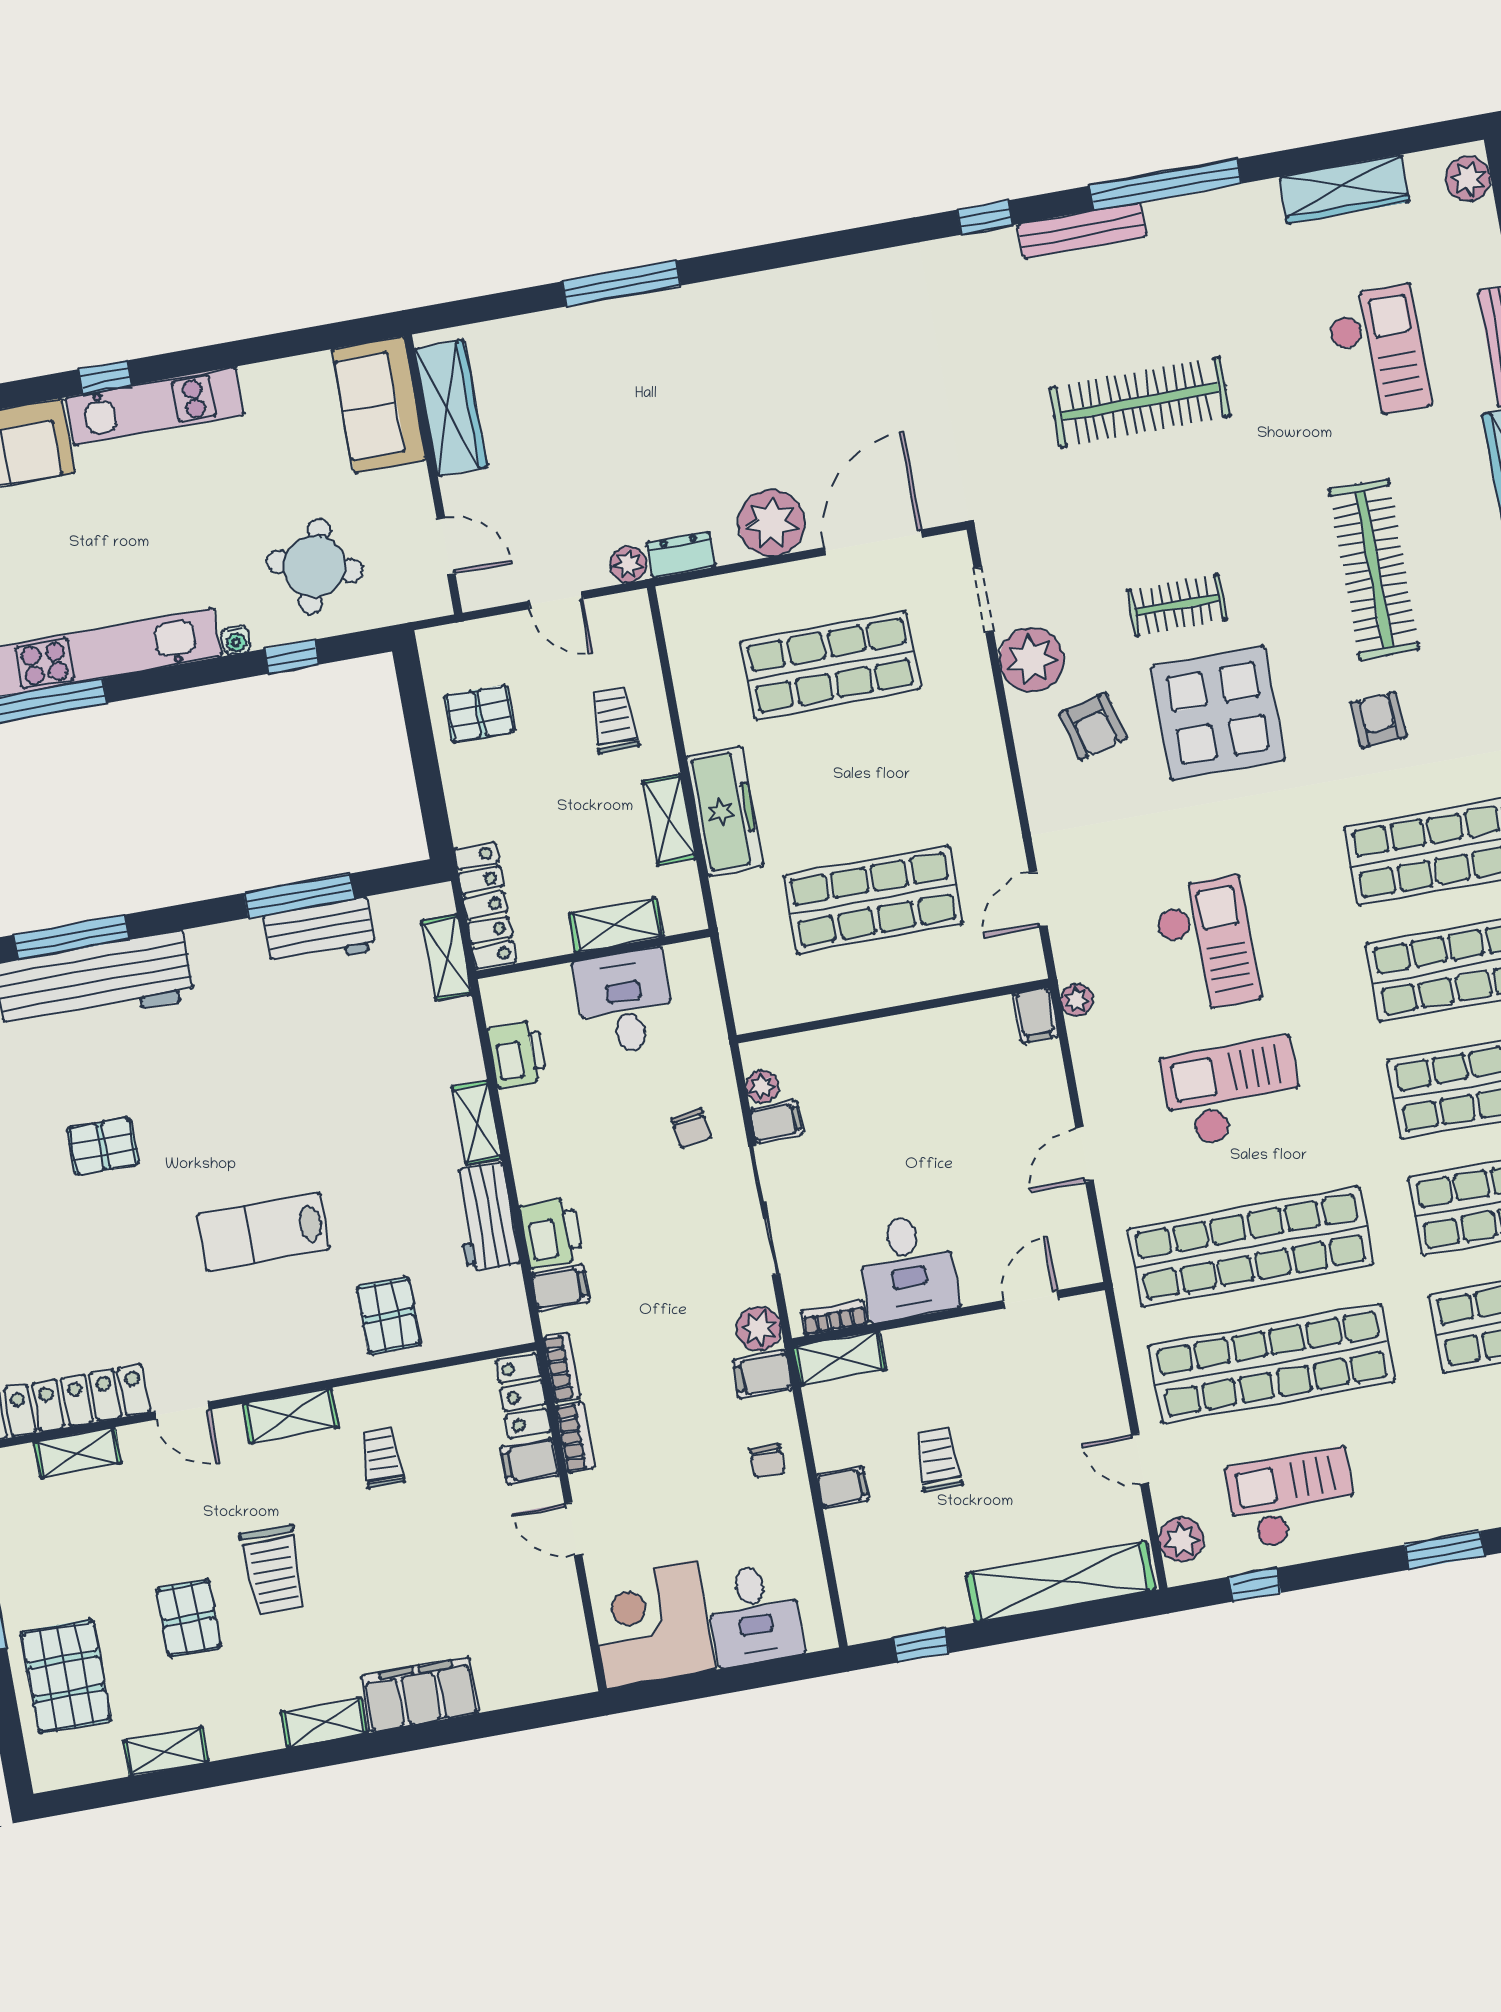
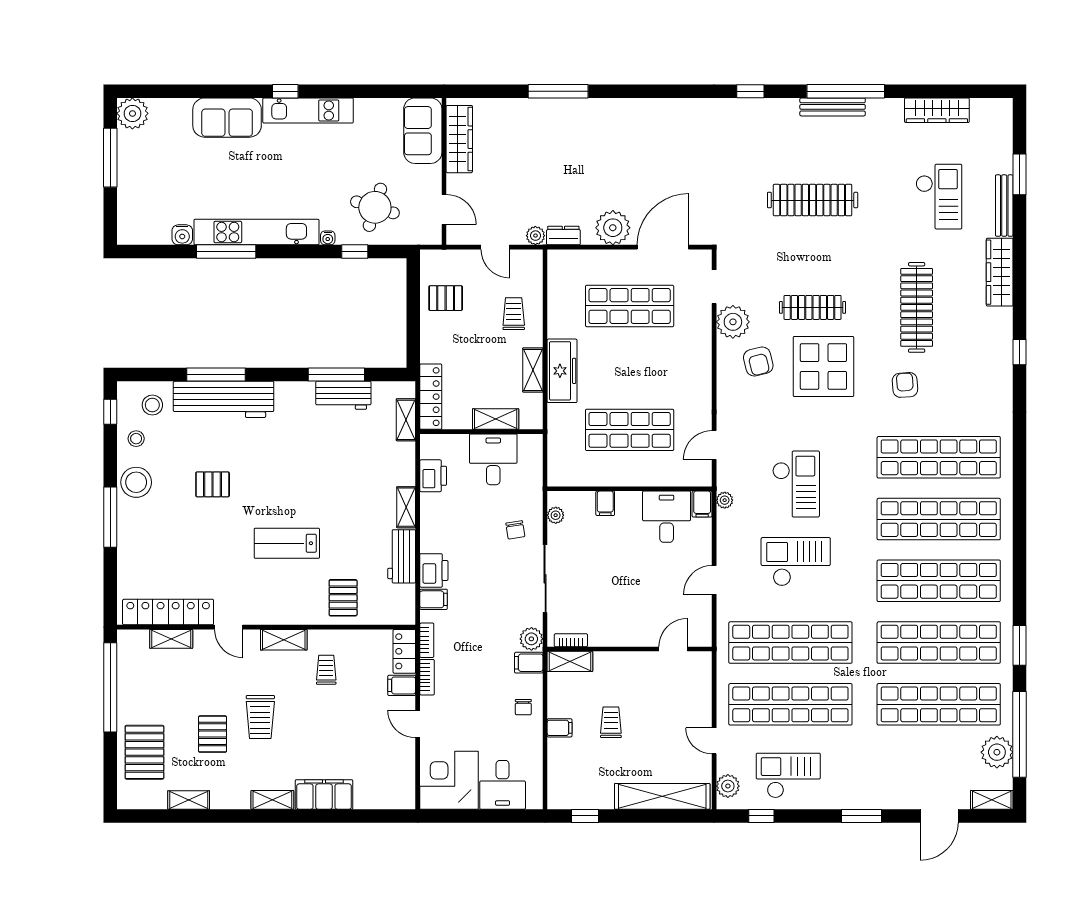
plant: (1468, 179) -> (1001, 116), removed
bench: (1082, 230) -> (833, 107), moved
clothes rail: (1177, 605) -> (813, 307), width x1.36
filing cabinet: (777, 1122) -> (605, 503), moved, turned 90
desk: (907, 1267) -> (667, 517), moved, turned 180

